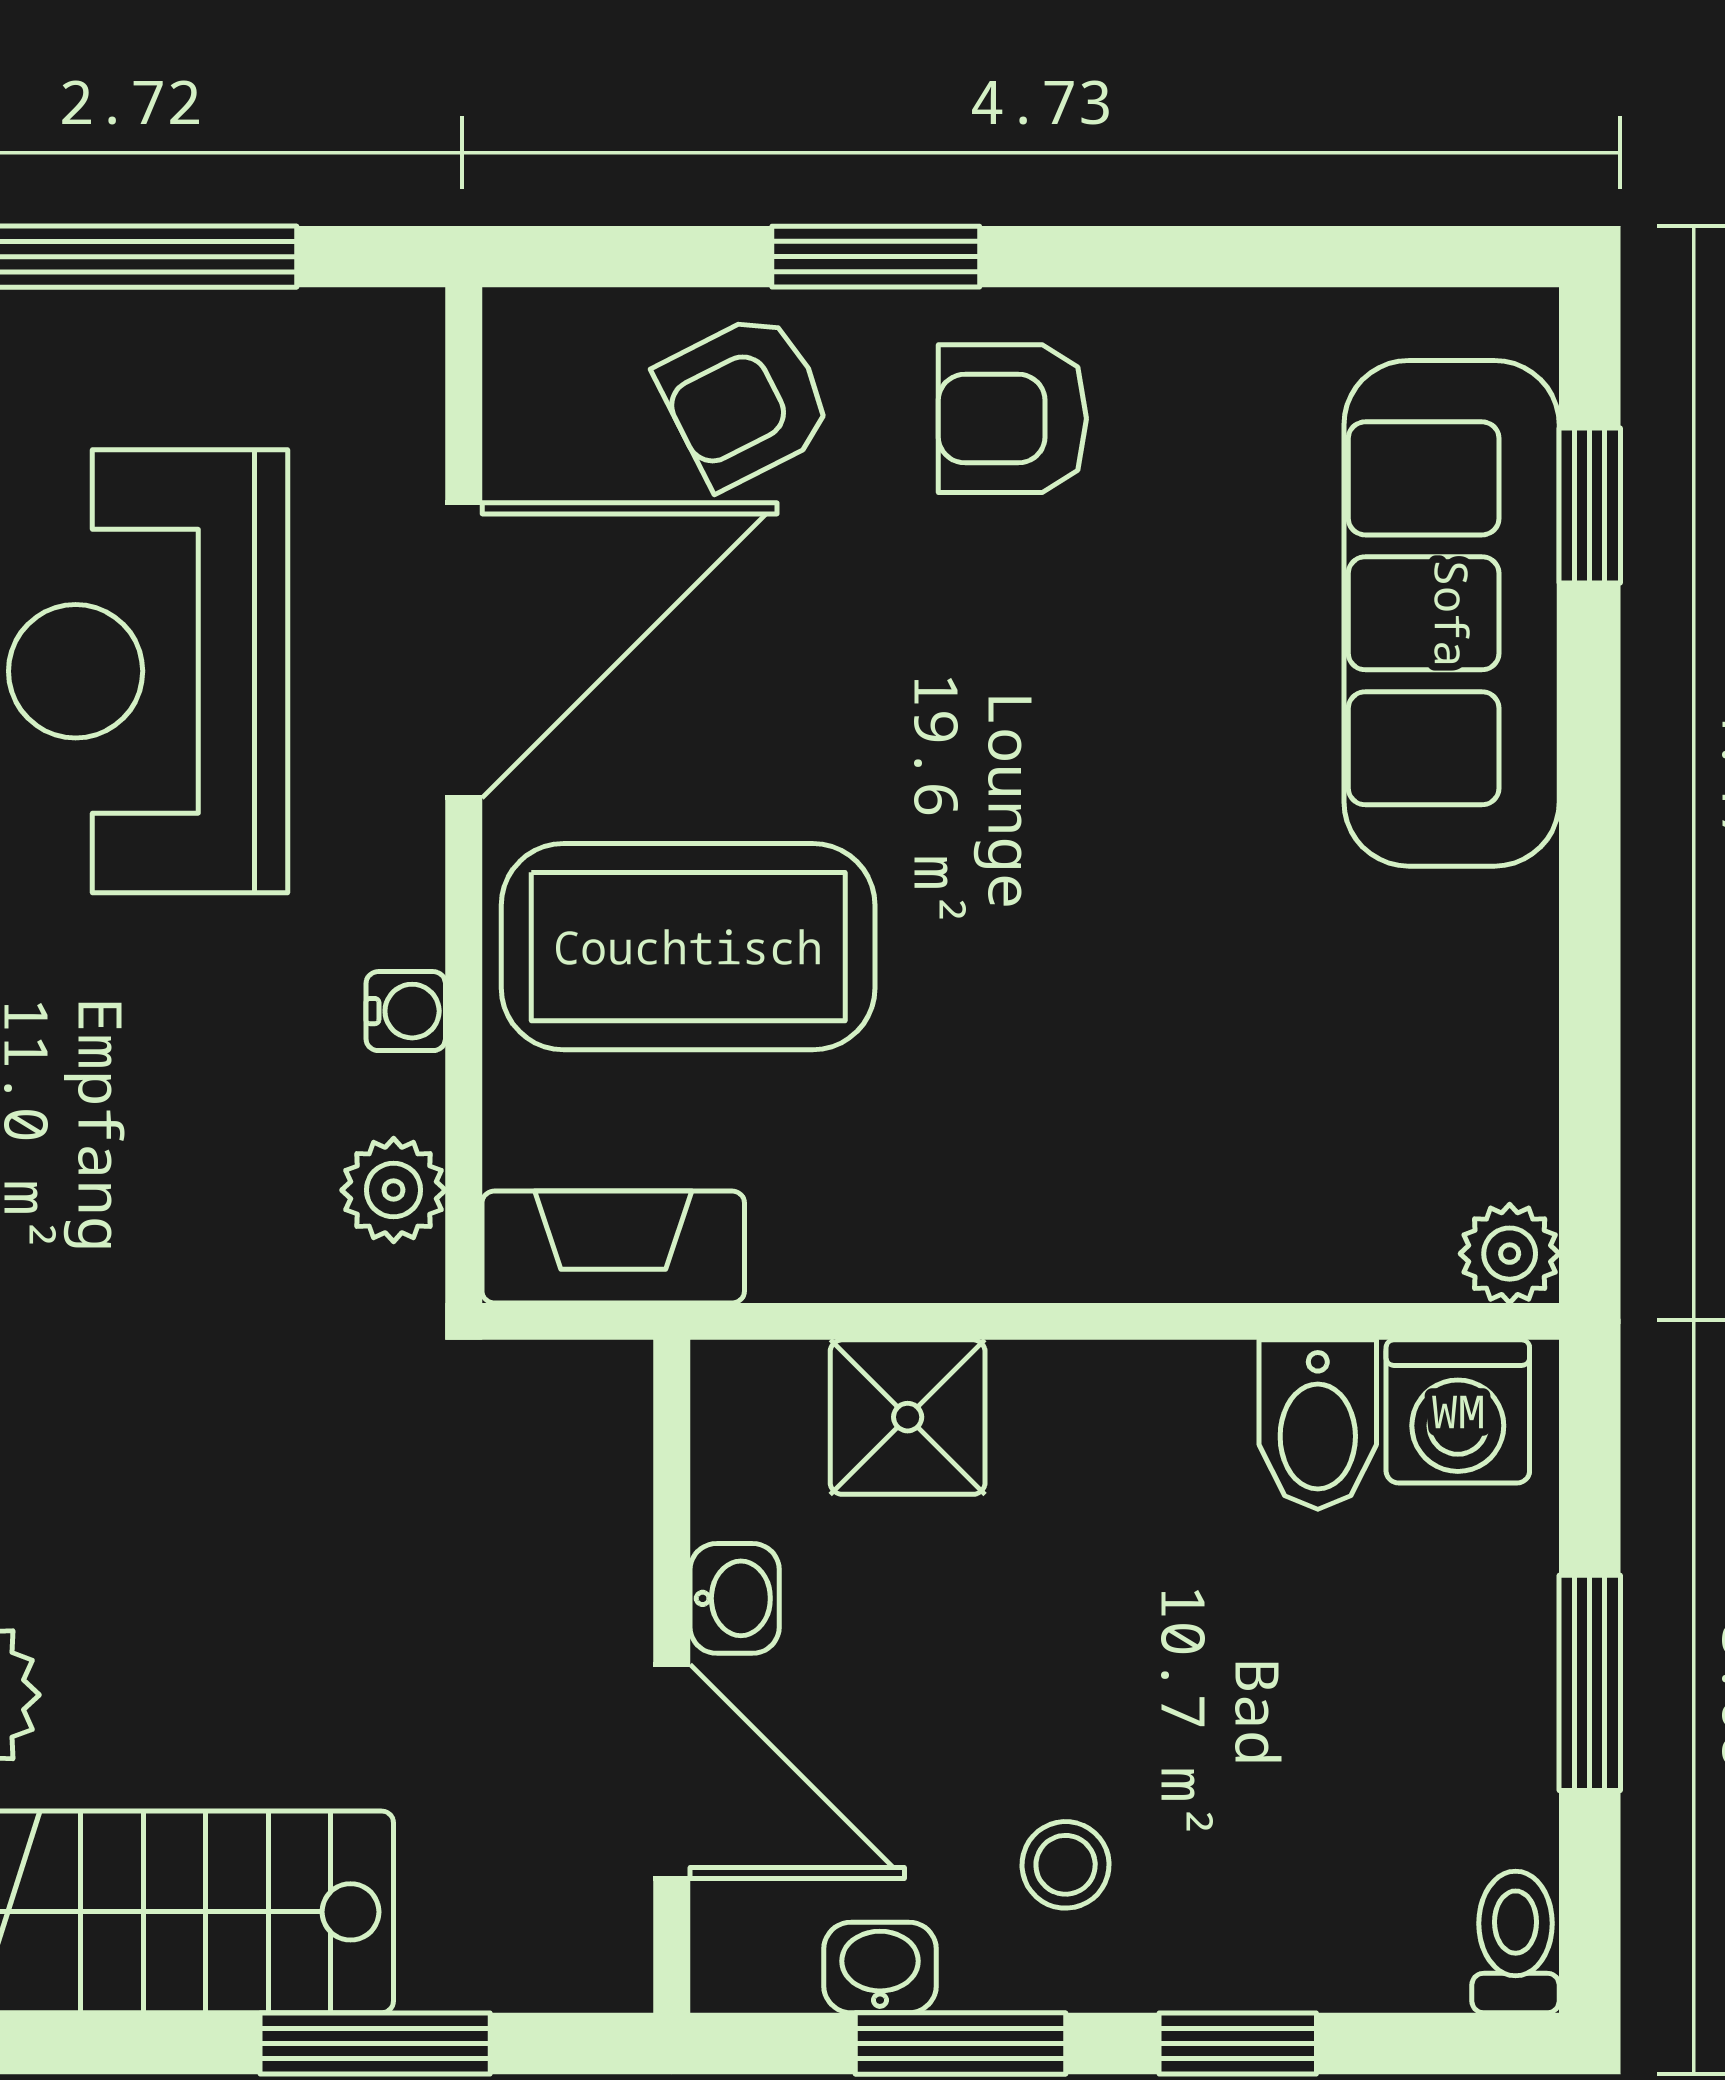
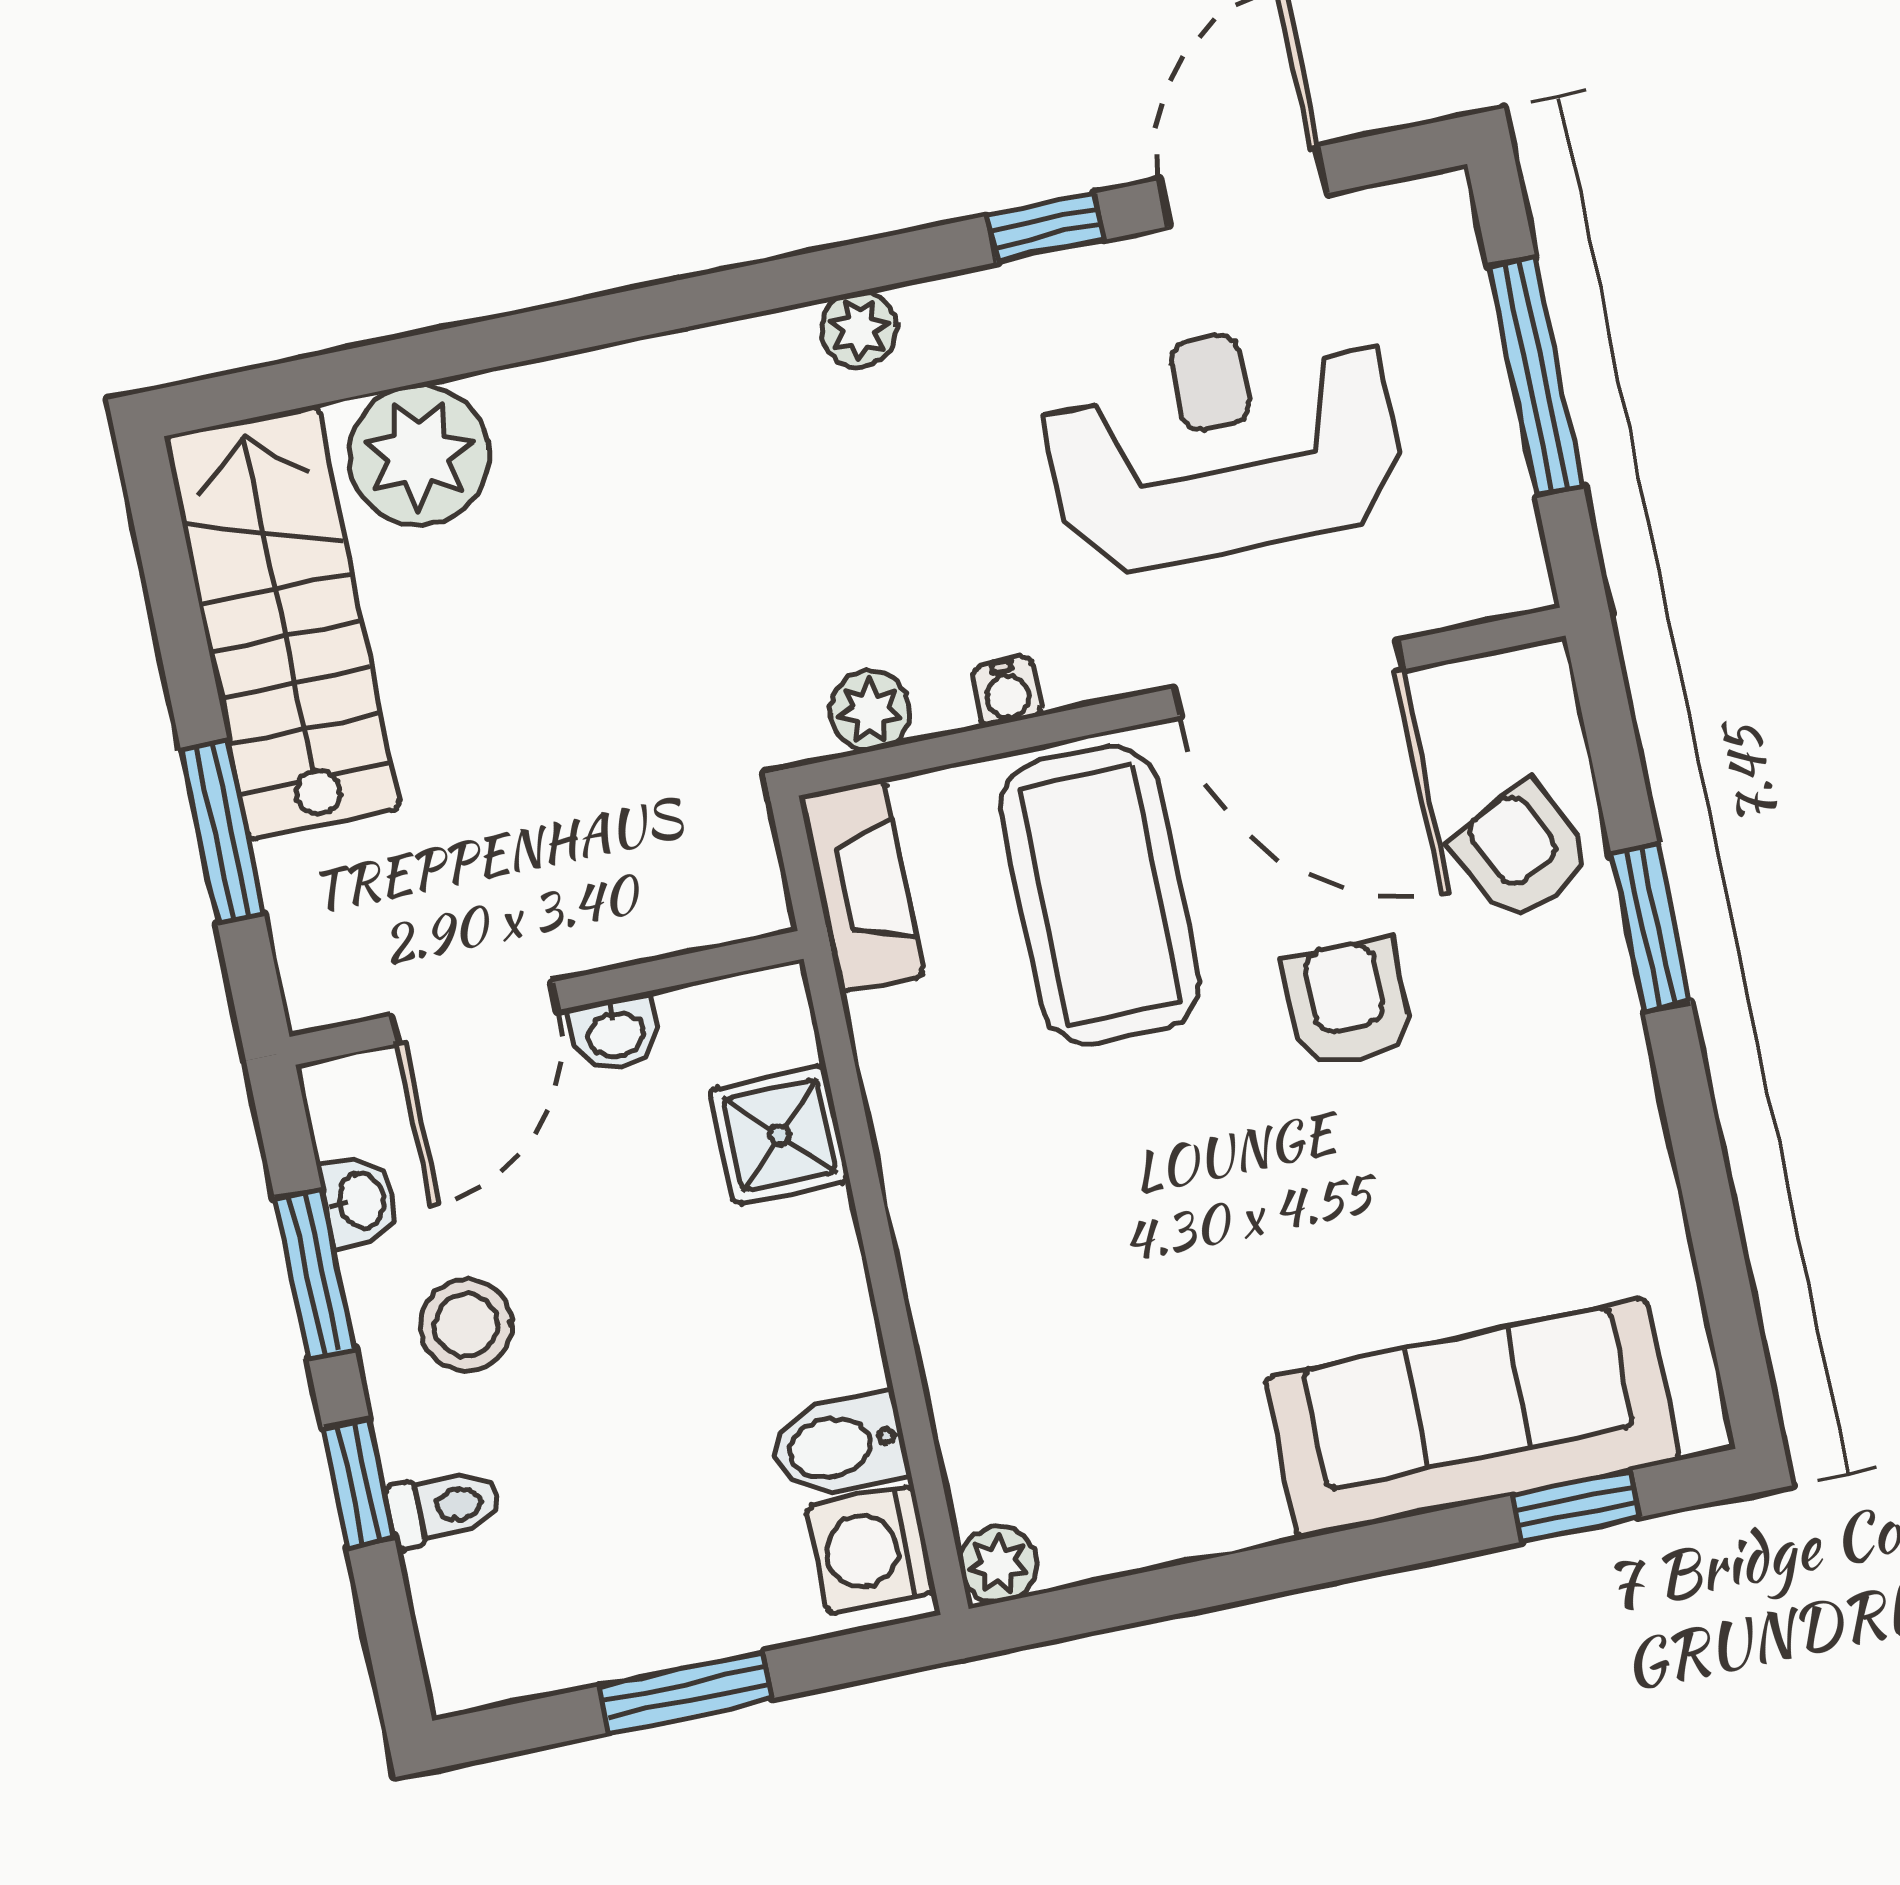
armchair: (1012, 419) -> (1348, 1003), moved
stool: (1066, 1865) -> (466, 1325), width x1.37, depth x1.37
toilet: (1516, 1942) -> (444, 1507), moved

